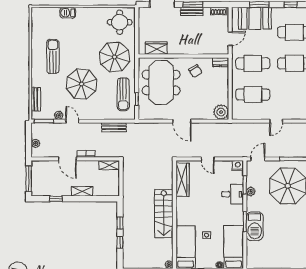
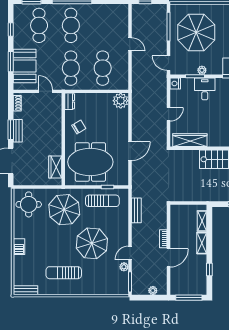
barbecue: (68, 13) -> (19, 247), moved
bench: (36, 99) -> (26, 290), moved
door: (182, 121) -> (130, 151), moved
shelving: (109, 165) -> (202, 221), moved

